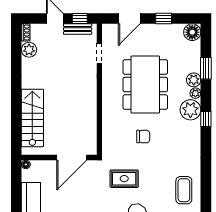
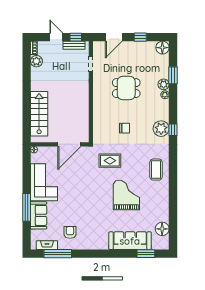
dining table: (145, 85) -> (126, 88), width x0.53, depth x0.80
plant: (190, 110) -> (161, 129), moved
window: (206, 119) -> (173, 130), moved

